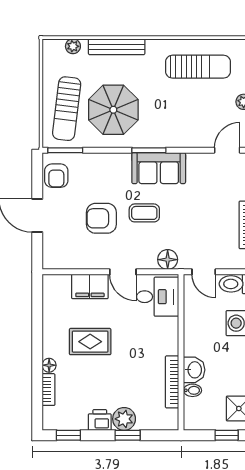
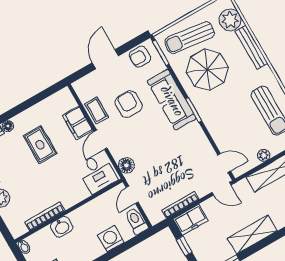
plant: (73, 46) -> (230, 20), width x1.88, depth x1.88
sofa: (159, 168) -> (172, 100), moved, width x1.36
coffee table: (144, 213) -> (97, 110), moved
bidet: (192, 390) -> (24, 247), moved

